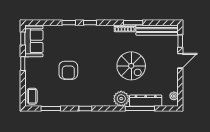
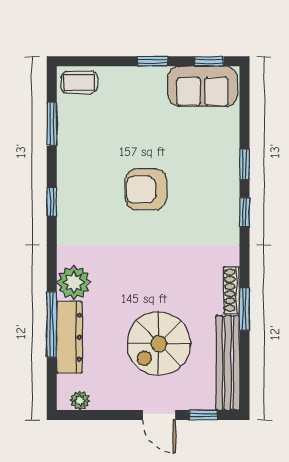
spiral stairs: (131, 66) -> (159, 343), moved
armchair: (68, 70) -> (146, 189), moved

